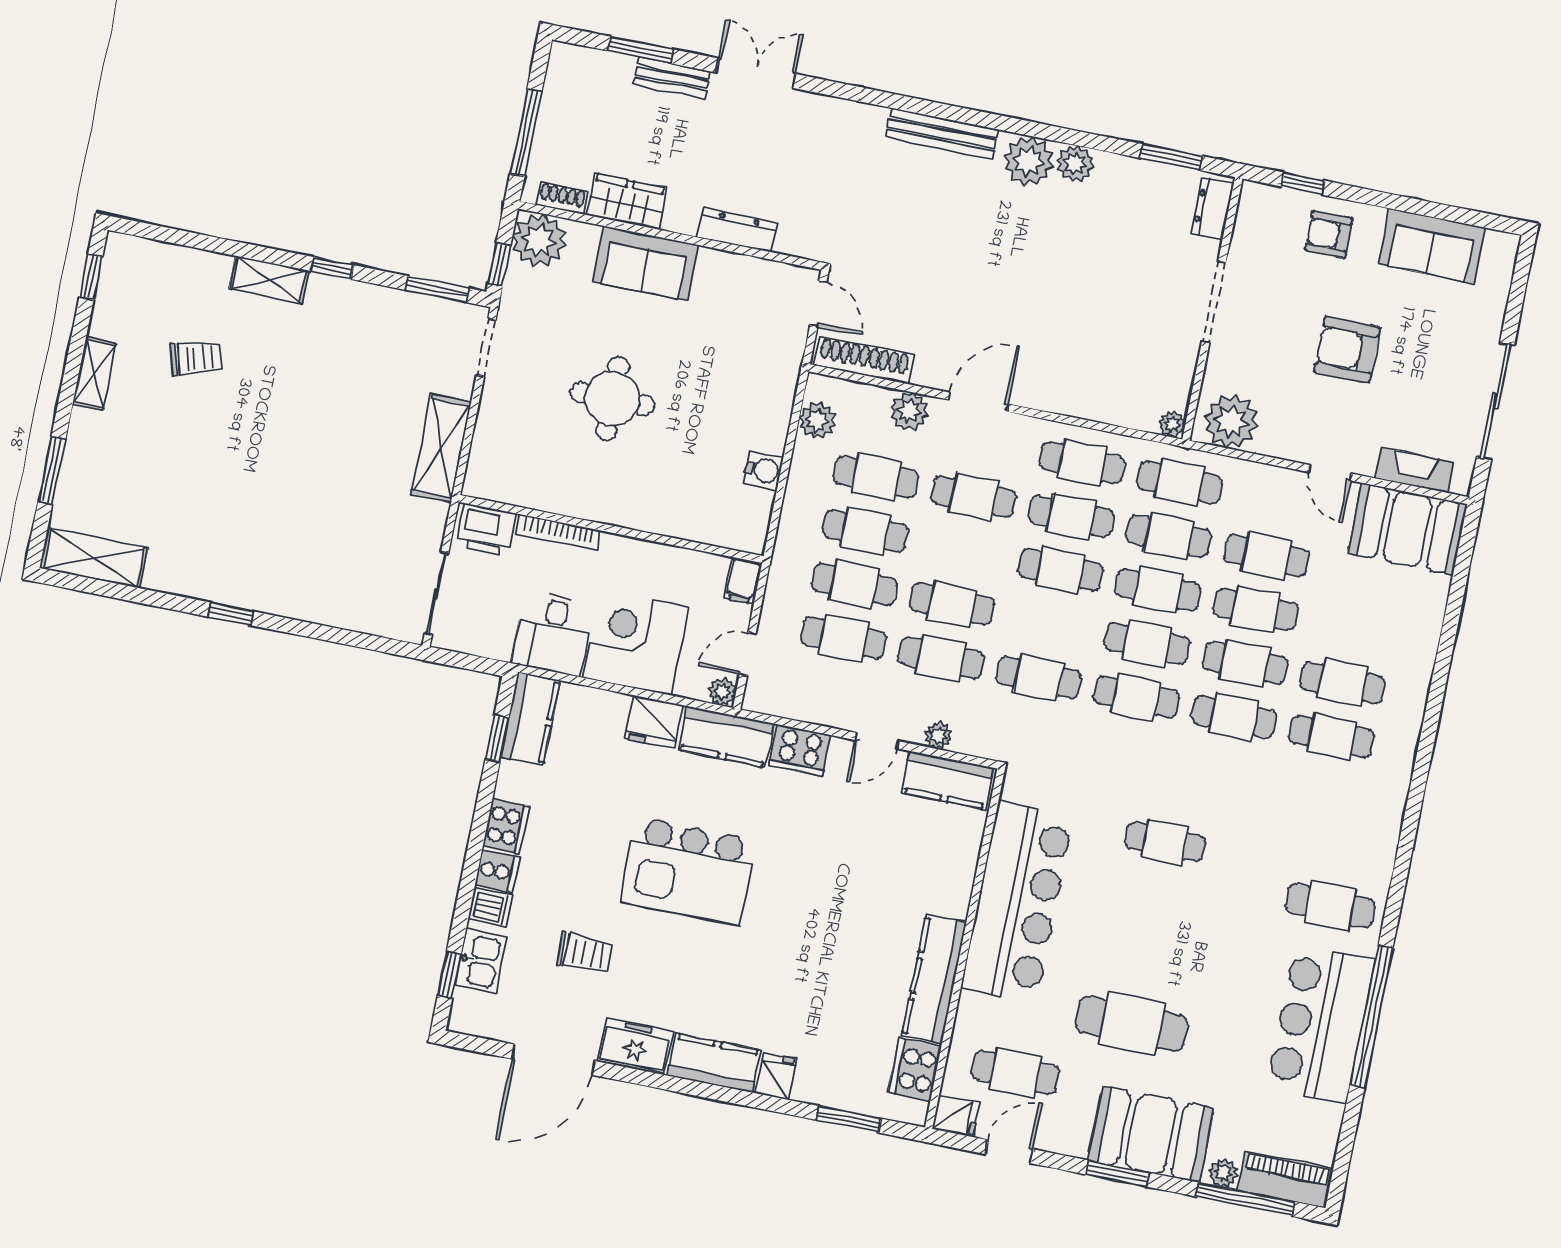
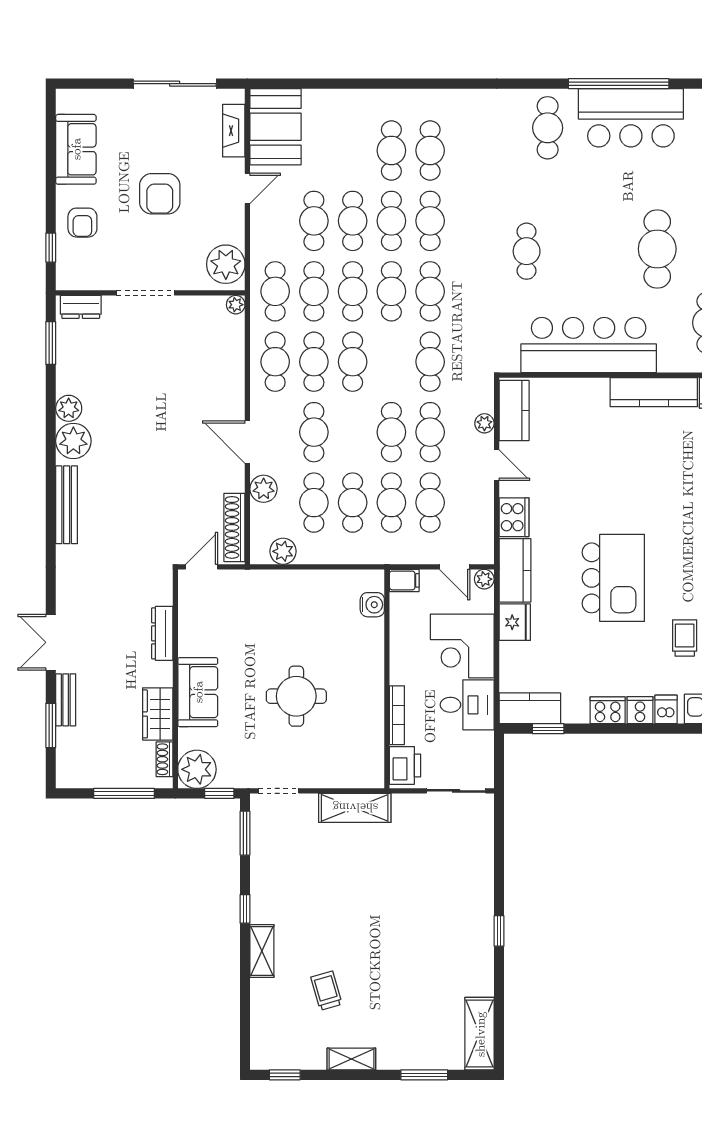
water cooler: (764, 470) -> (372, 605), moved, turned 90

